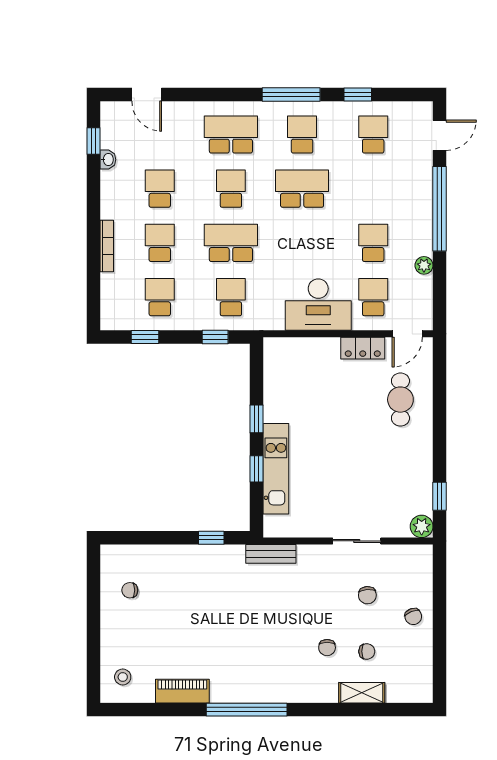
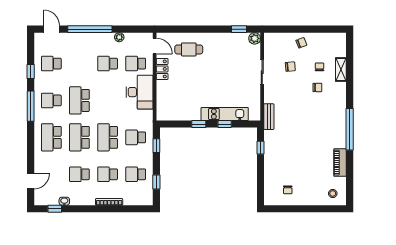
school desk: (231, 189) -> (79, 137), width x1.85

